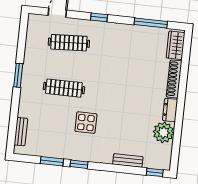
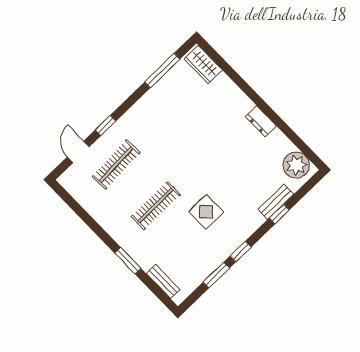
window: (99, 17) -> (106, 125), moved
window: (18, 75) -> (128, 261), moved
shoe rack: (174, 79) -> (234, 93), removed
plant: (163, 132) -> (296, 165), moved
window: (155, 172) -> (279, 214), moved

